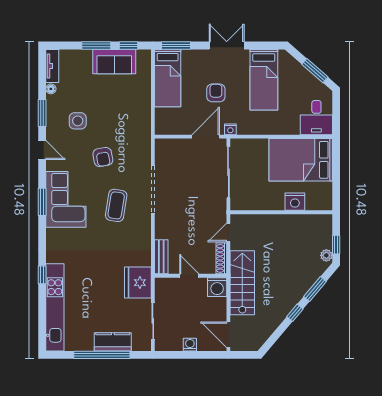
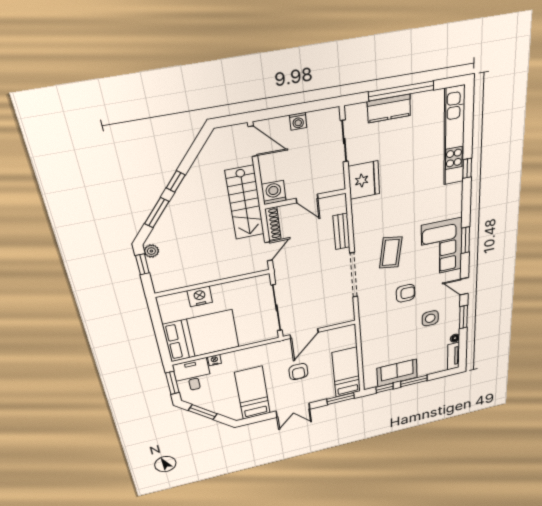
window: (336, 114) -> (172, 383), added
nightstand: (230, 129) -> (215, 360), moved
armchair: (103, 157) -> (406, 293), turned 100
bench: (161, 257) -> (342, 231), moved

